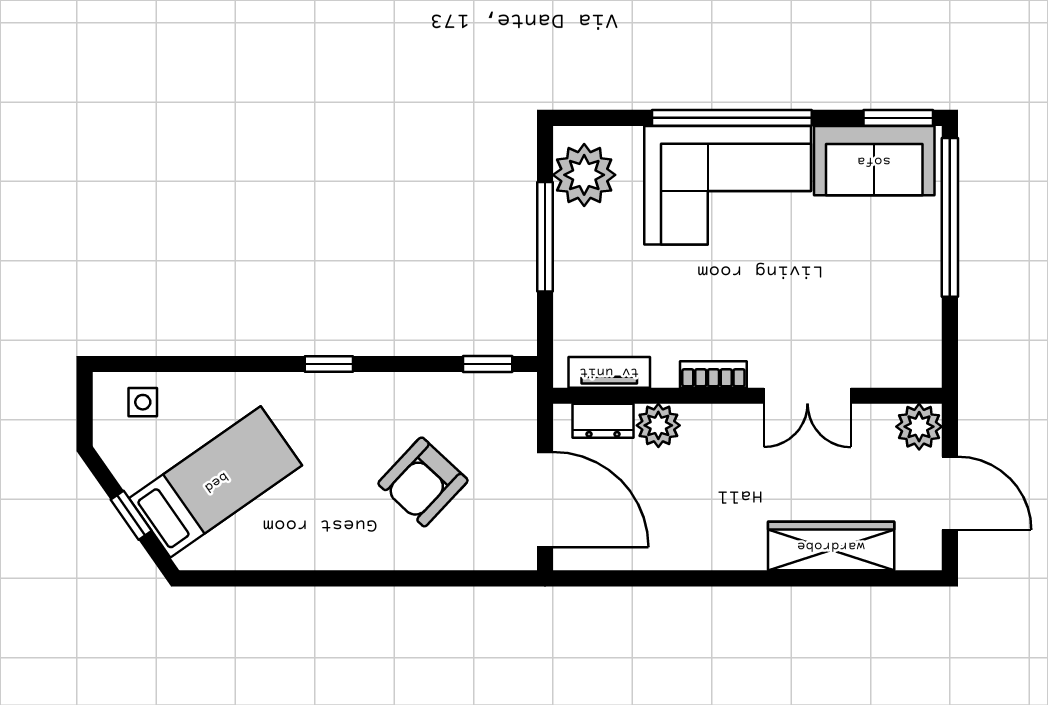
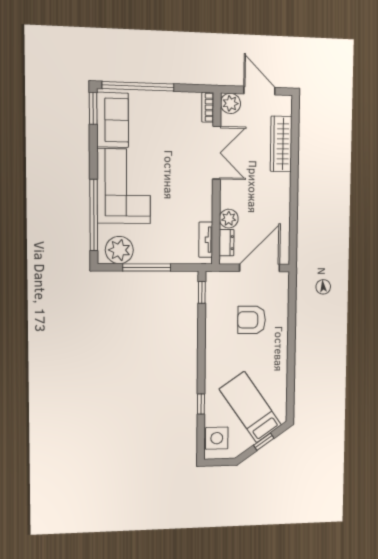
window: (732, 118) -> (94, 215), moved
window: (329, 364) -> (201, 404), moved
bookcase: (713, 375) -> (208, 107), moved
double door: (807, 396) -> (217, 153), width x1.37
side table: (143, 402) -> (217, 438), width x1.87, depth x1.87
armchair: (423, 482) -> (252, 320), turned 137
door: (950, 493) -> (259, 91), hinge flipped

